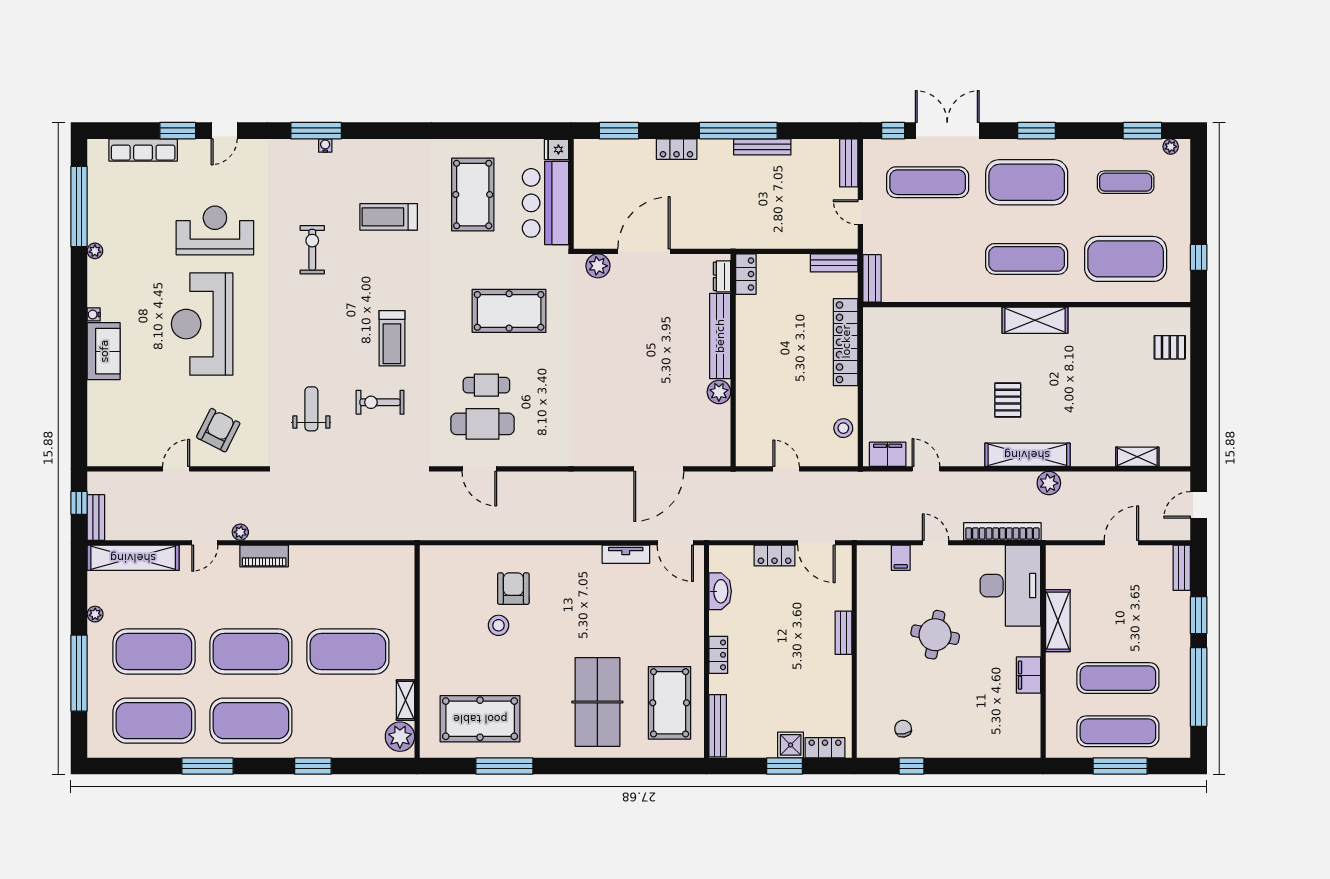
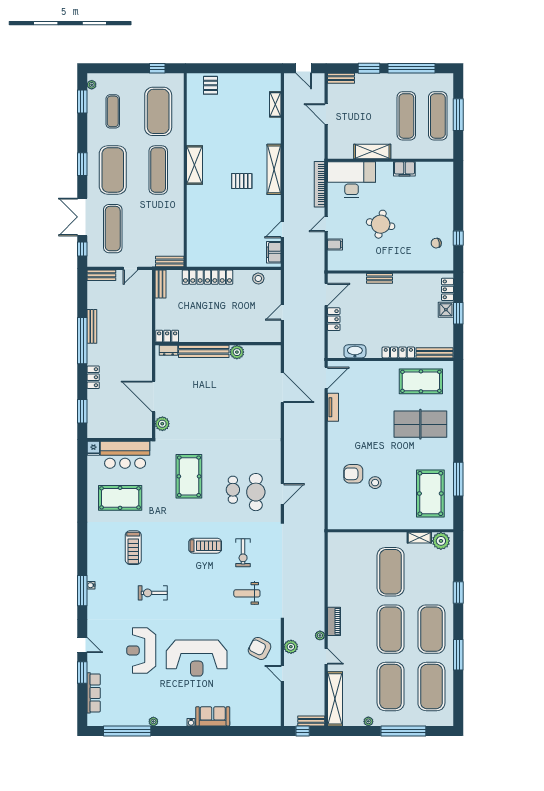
plant: (1049, 483) -> (291, 647), moved
locker: (718, 655) -> (398, 352), width x1.53

